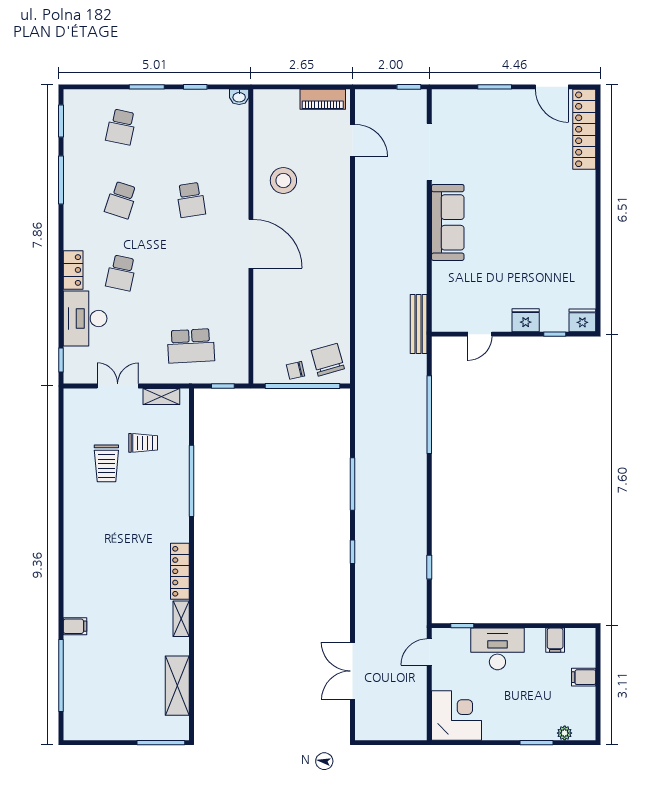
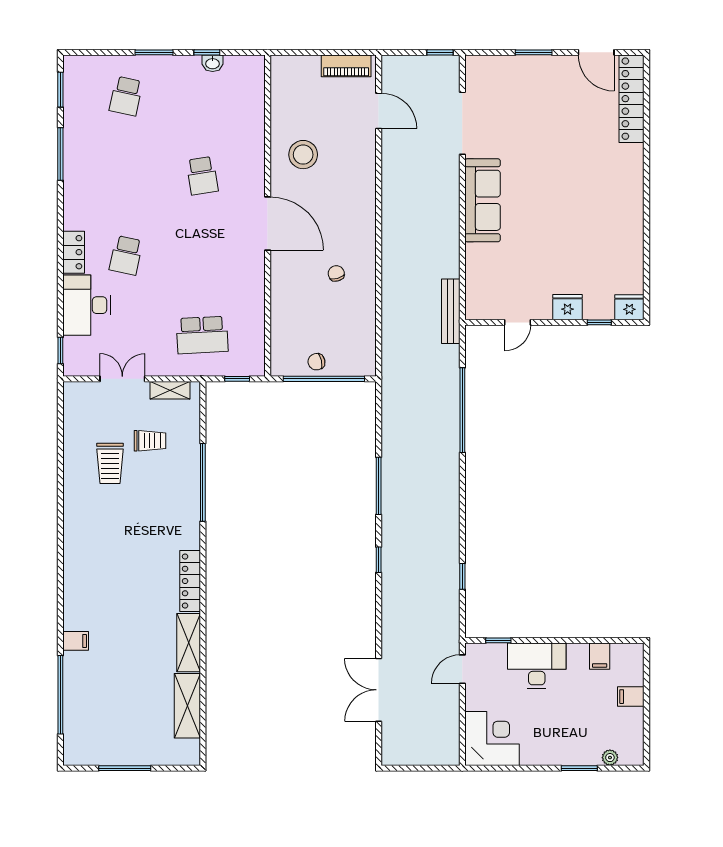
washbasin: (239, 97) -> (213, 63), moved
school desk: (121, 200) -> (126, 176), removed
chair: (328, 360) -> (336, 273), moved, width x0.54, depth x0.54
shelving: (181, 619) -> (189, 643), width x1.50, depth x1.33
window: (161, 743) -> (125, 768), moved

